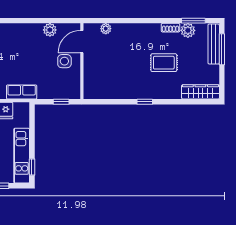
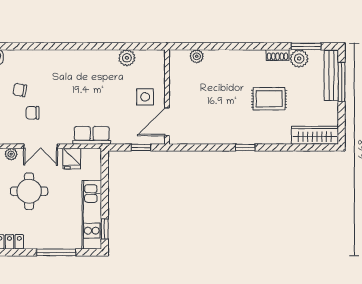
door: (82, 42) -> (167, 122), moved

